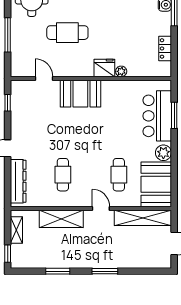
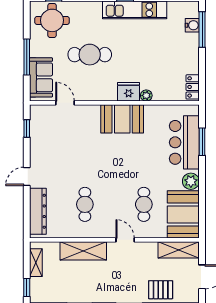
locker: (165, 48) -> (193, 87), moved
sofa: (21, 54) -> (41, 77), added
booth: (80, 94) -> (122, 119), moved
shelving: (143, 218) -> (179, 250), width x0.68
pallet: (135, 256) -> (161, 290), added

